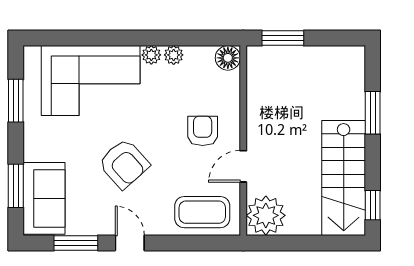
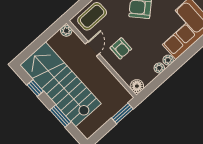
stairs: (344, 178) -> (60, 84), width x1.36, depth x1.51
window: (373, 205) -> (35, 88), moved
plant: (266, 215) -> (66, 31), width x0.53, depth x0.53

